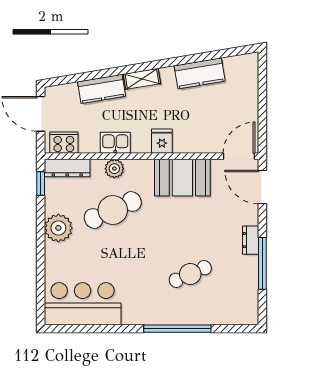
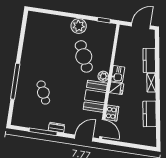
cooker: (64, 143) -> (112, 113), moved
kitchen sink: (115, 143) -> (118, 74), moved
dresser: (67, 168) -> (110, 36), removed
plant: (114, 169) -> (103, 76), moved
bar counter: (83, 304) -> (36, 33), removed

